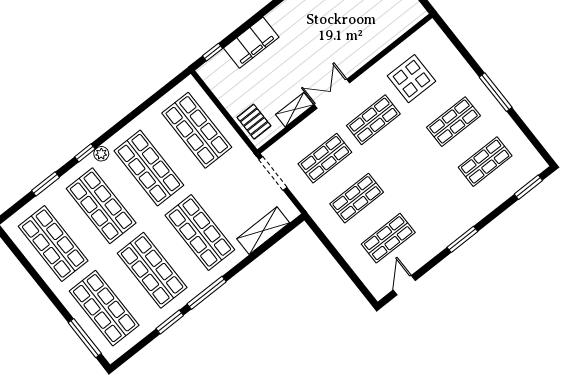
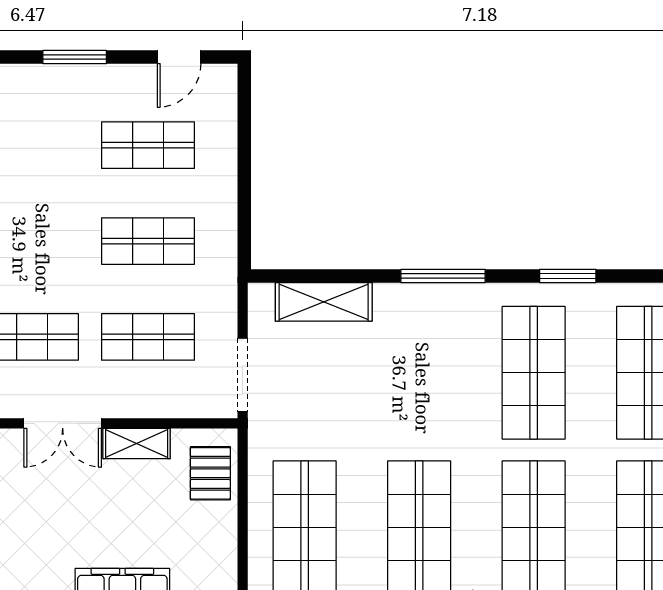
shop shelf: (200, 233) -> (419, 373), removed
window: (462, 239) -> (75, 57), moved
window: (207, 293) -> (443, 276), moved

